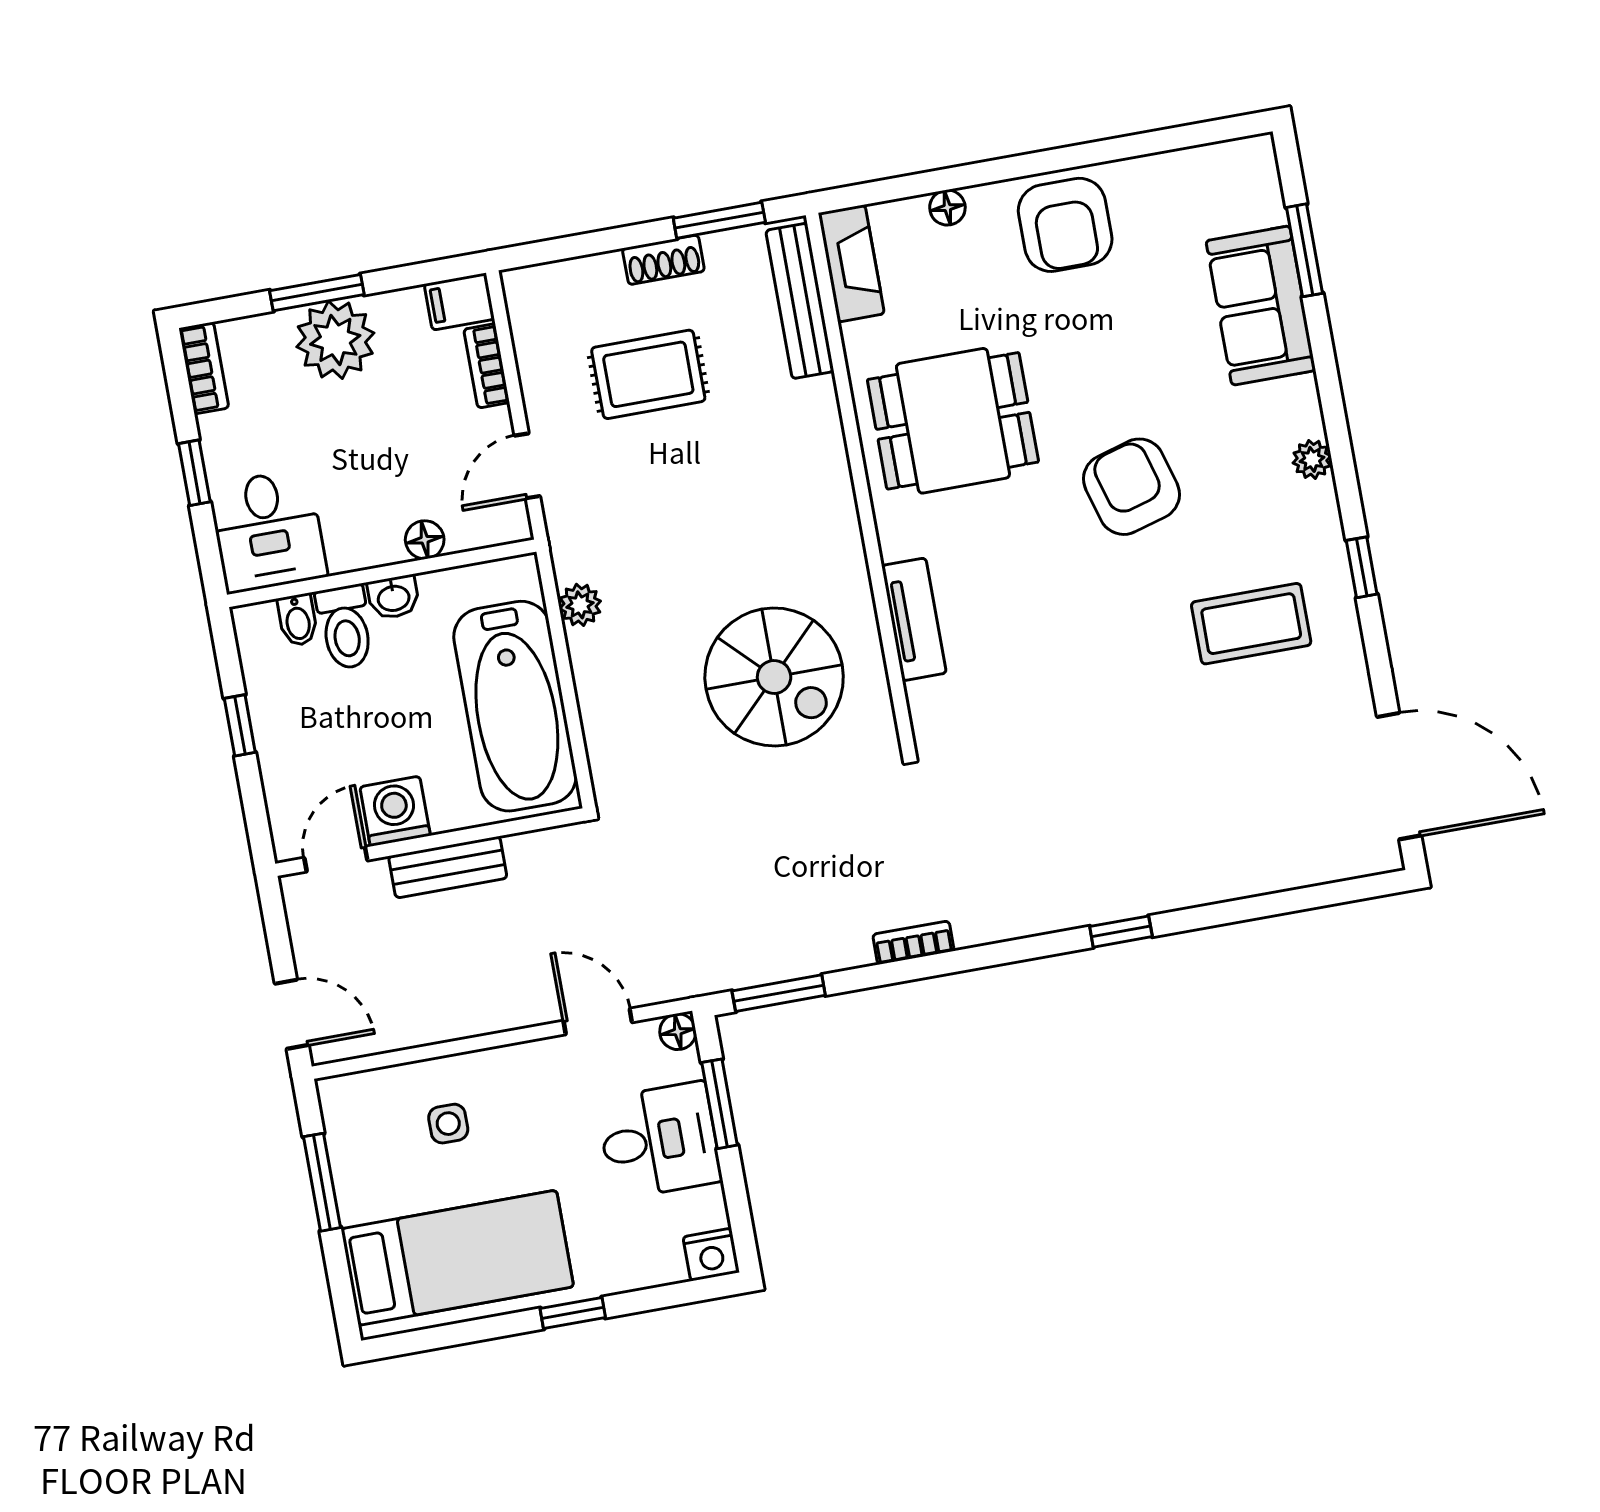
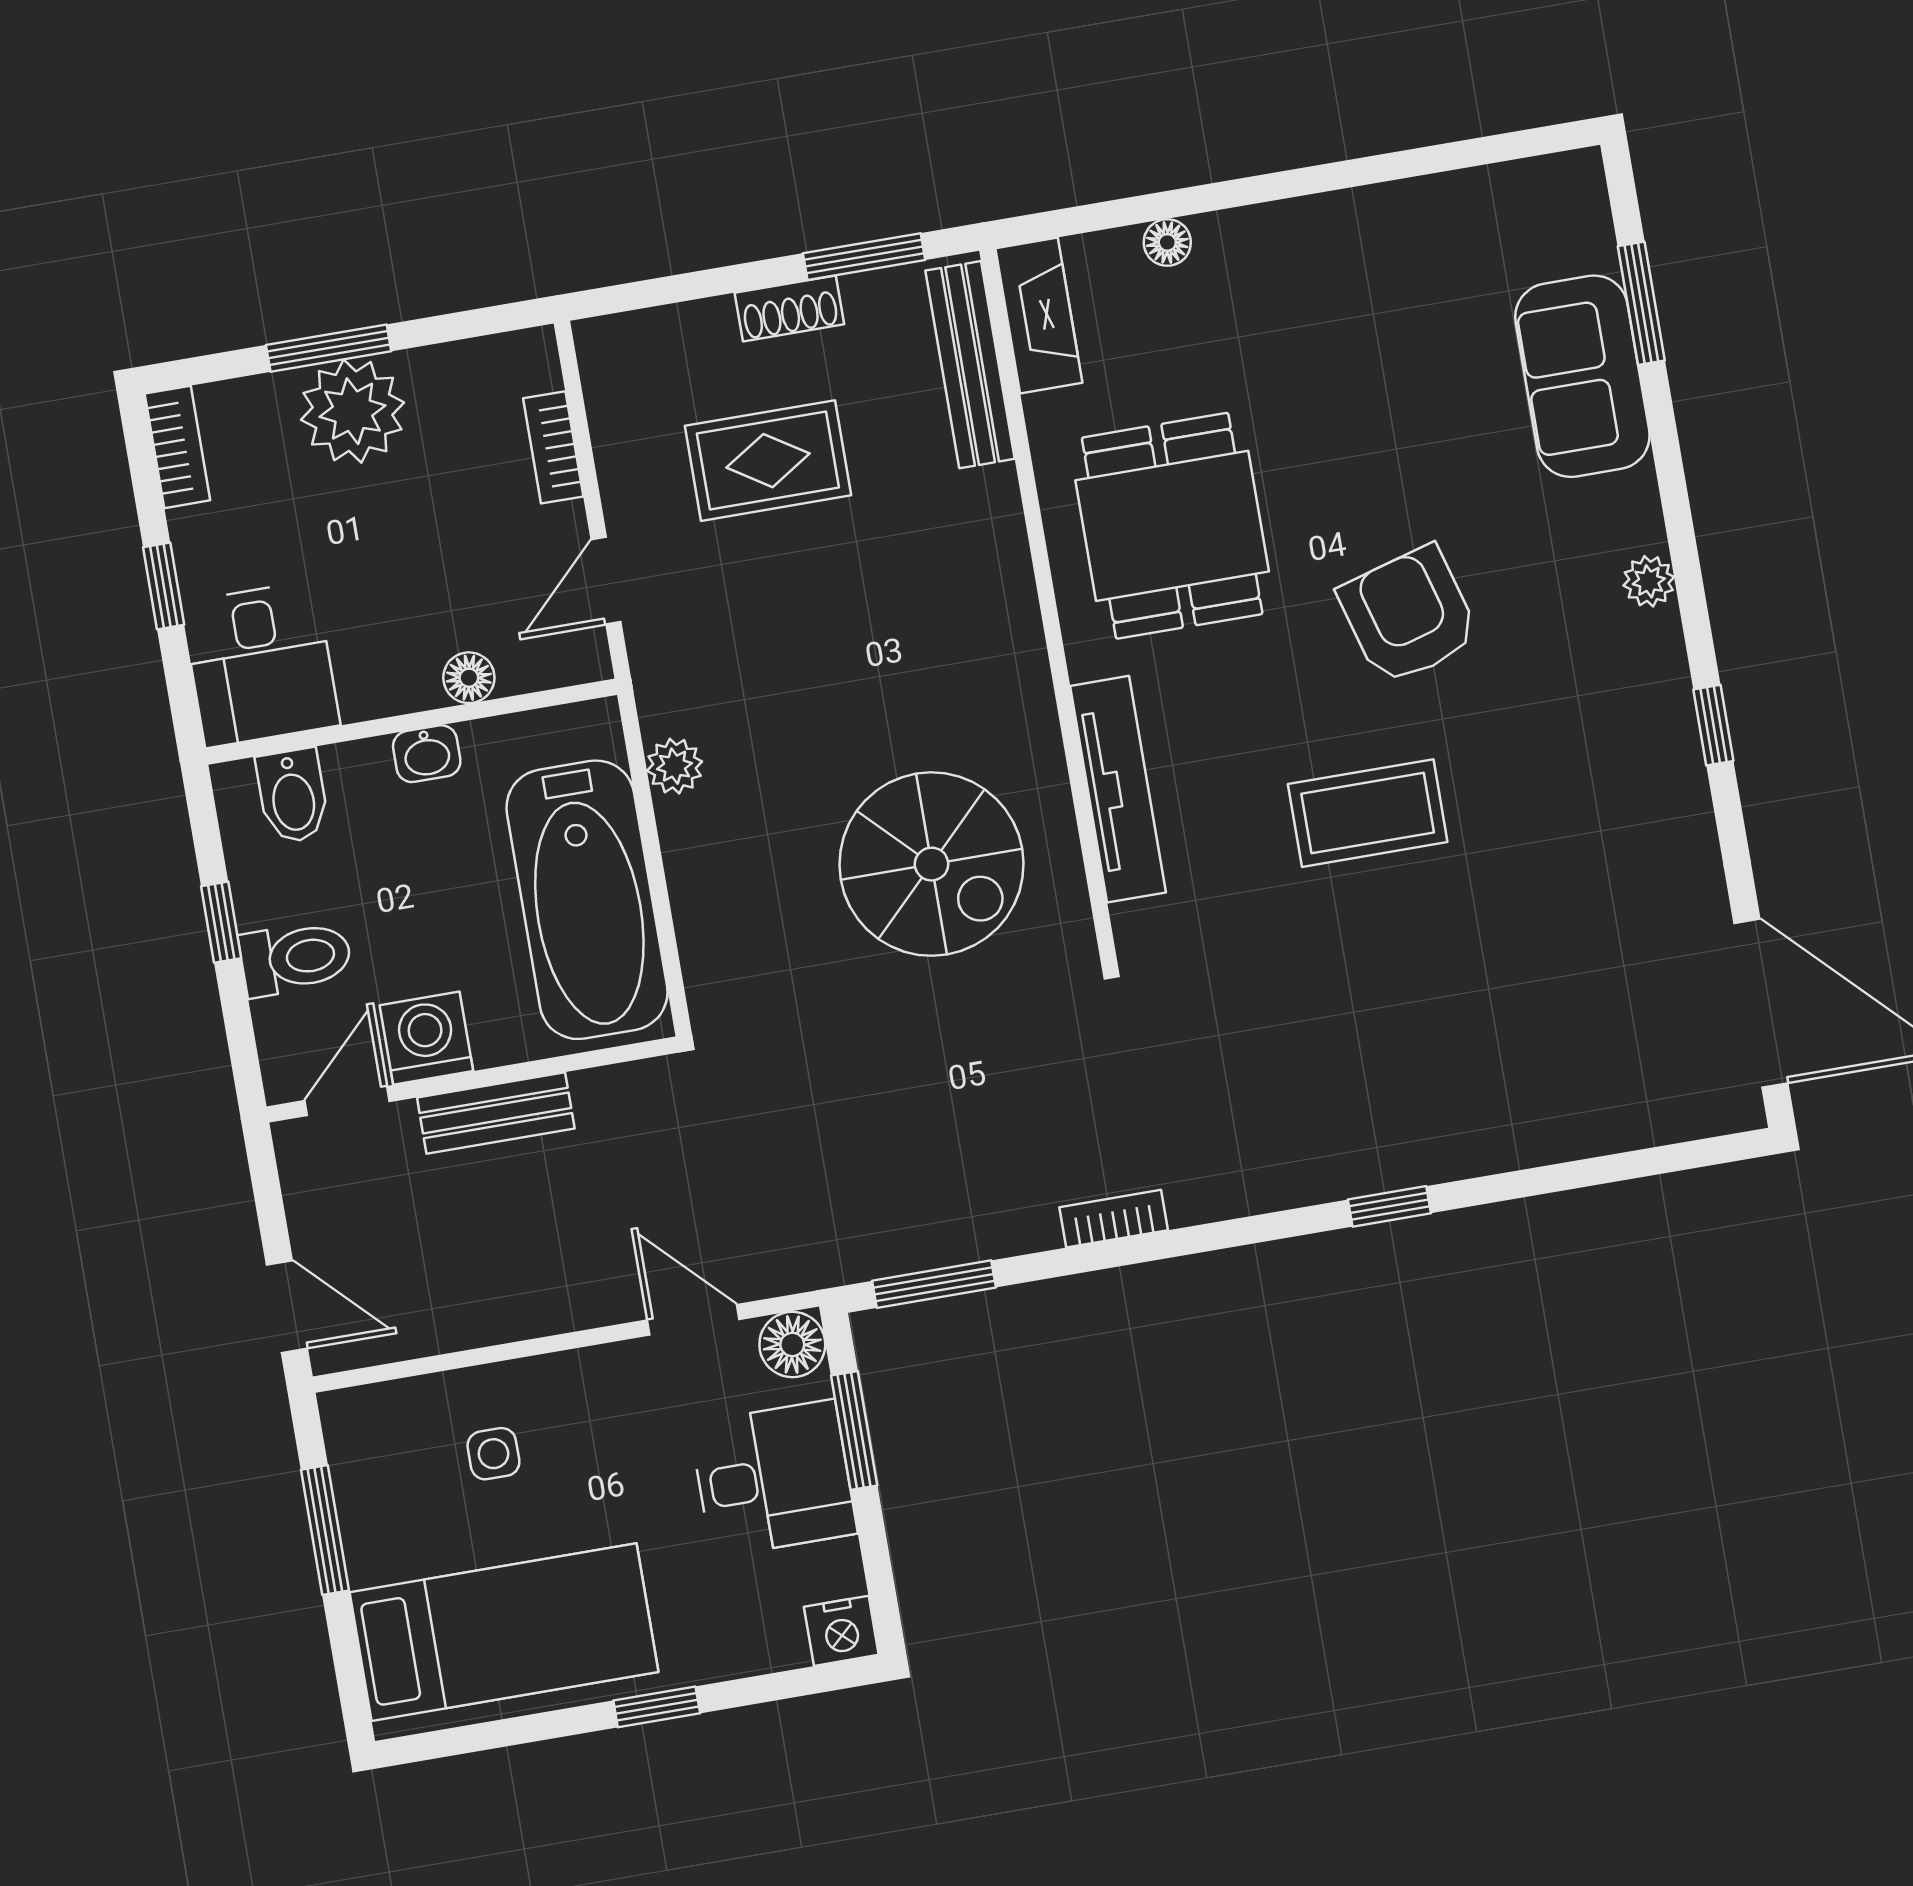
armchair: (1065, 225) -> (1323, 267), removed
filing cabinet: (459, 302) -> (518, 362), removed
dining table: (953, 421) -> (1172, 526), turned 90
tv unit: (914, 619) -> (1118, 789), width x1.41
bidet: (298, 620) -> (293, 796), width x1.38, depth x1.36
coffee table: (1251, 624) -> (1368, 813), moved
toilet: (345, 627) -> (296, 958), moved, turned -90
floor lamp: (678, 1032) -> (792, 1344), width x1.37, depth x1.37

